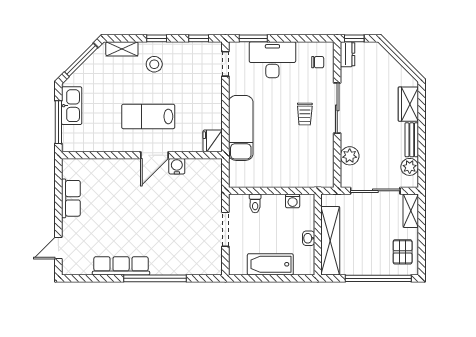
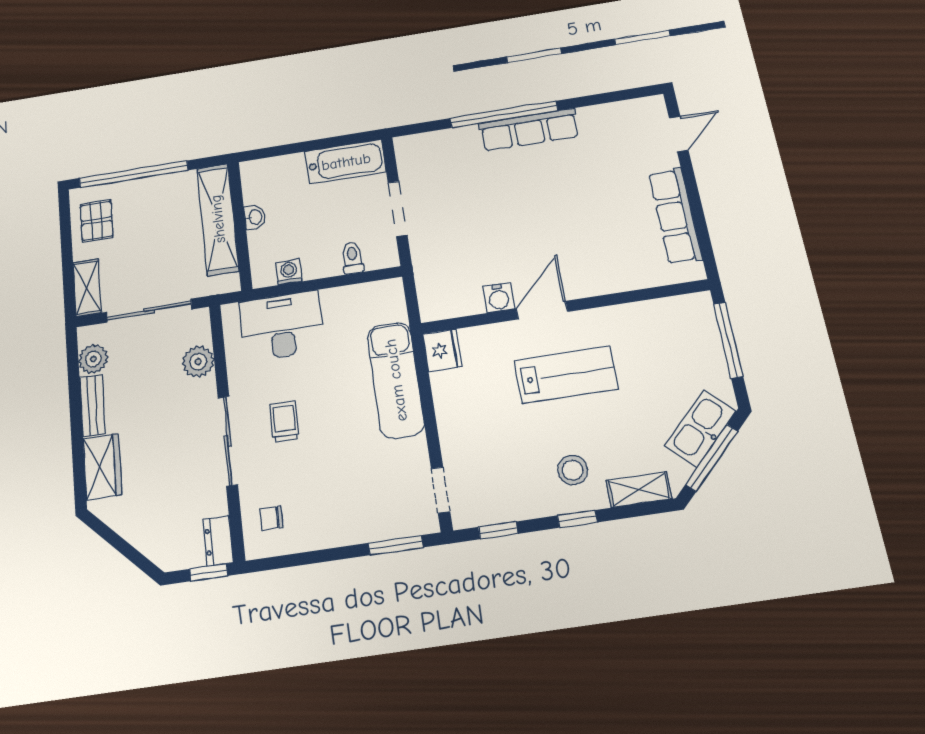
desk: (272, 60) -> (282, 326), moved, turned 180
kitchen sink: (72, 106) -> (700, 428), moved, turned 45
row of seats: (71, 198) -> (675, 216), width x1.48
bathtub: (270, 264) -> (346, 162), moved
row of seats: (121, 266) -> (529, 130), moved

